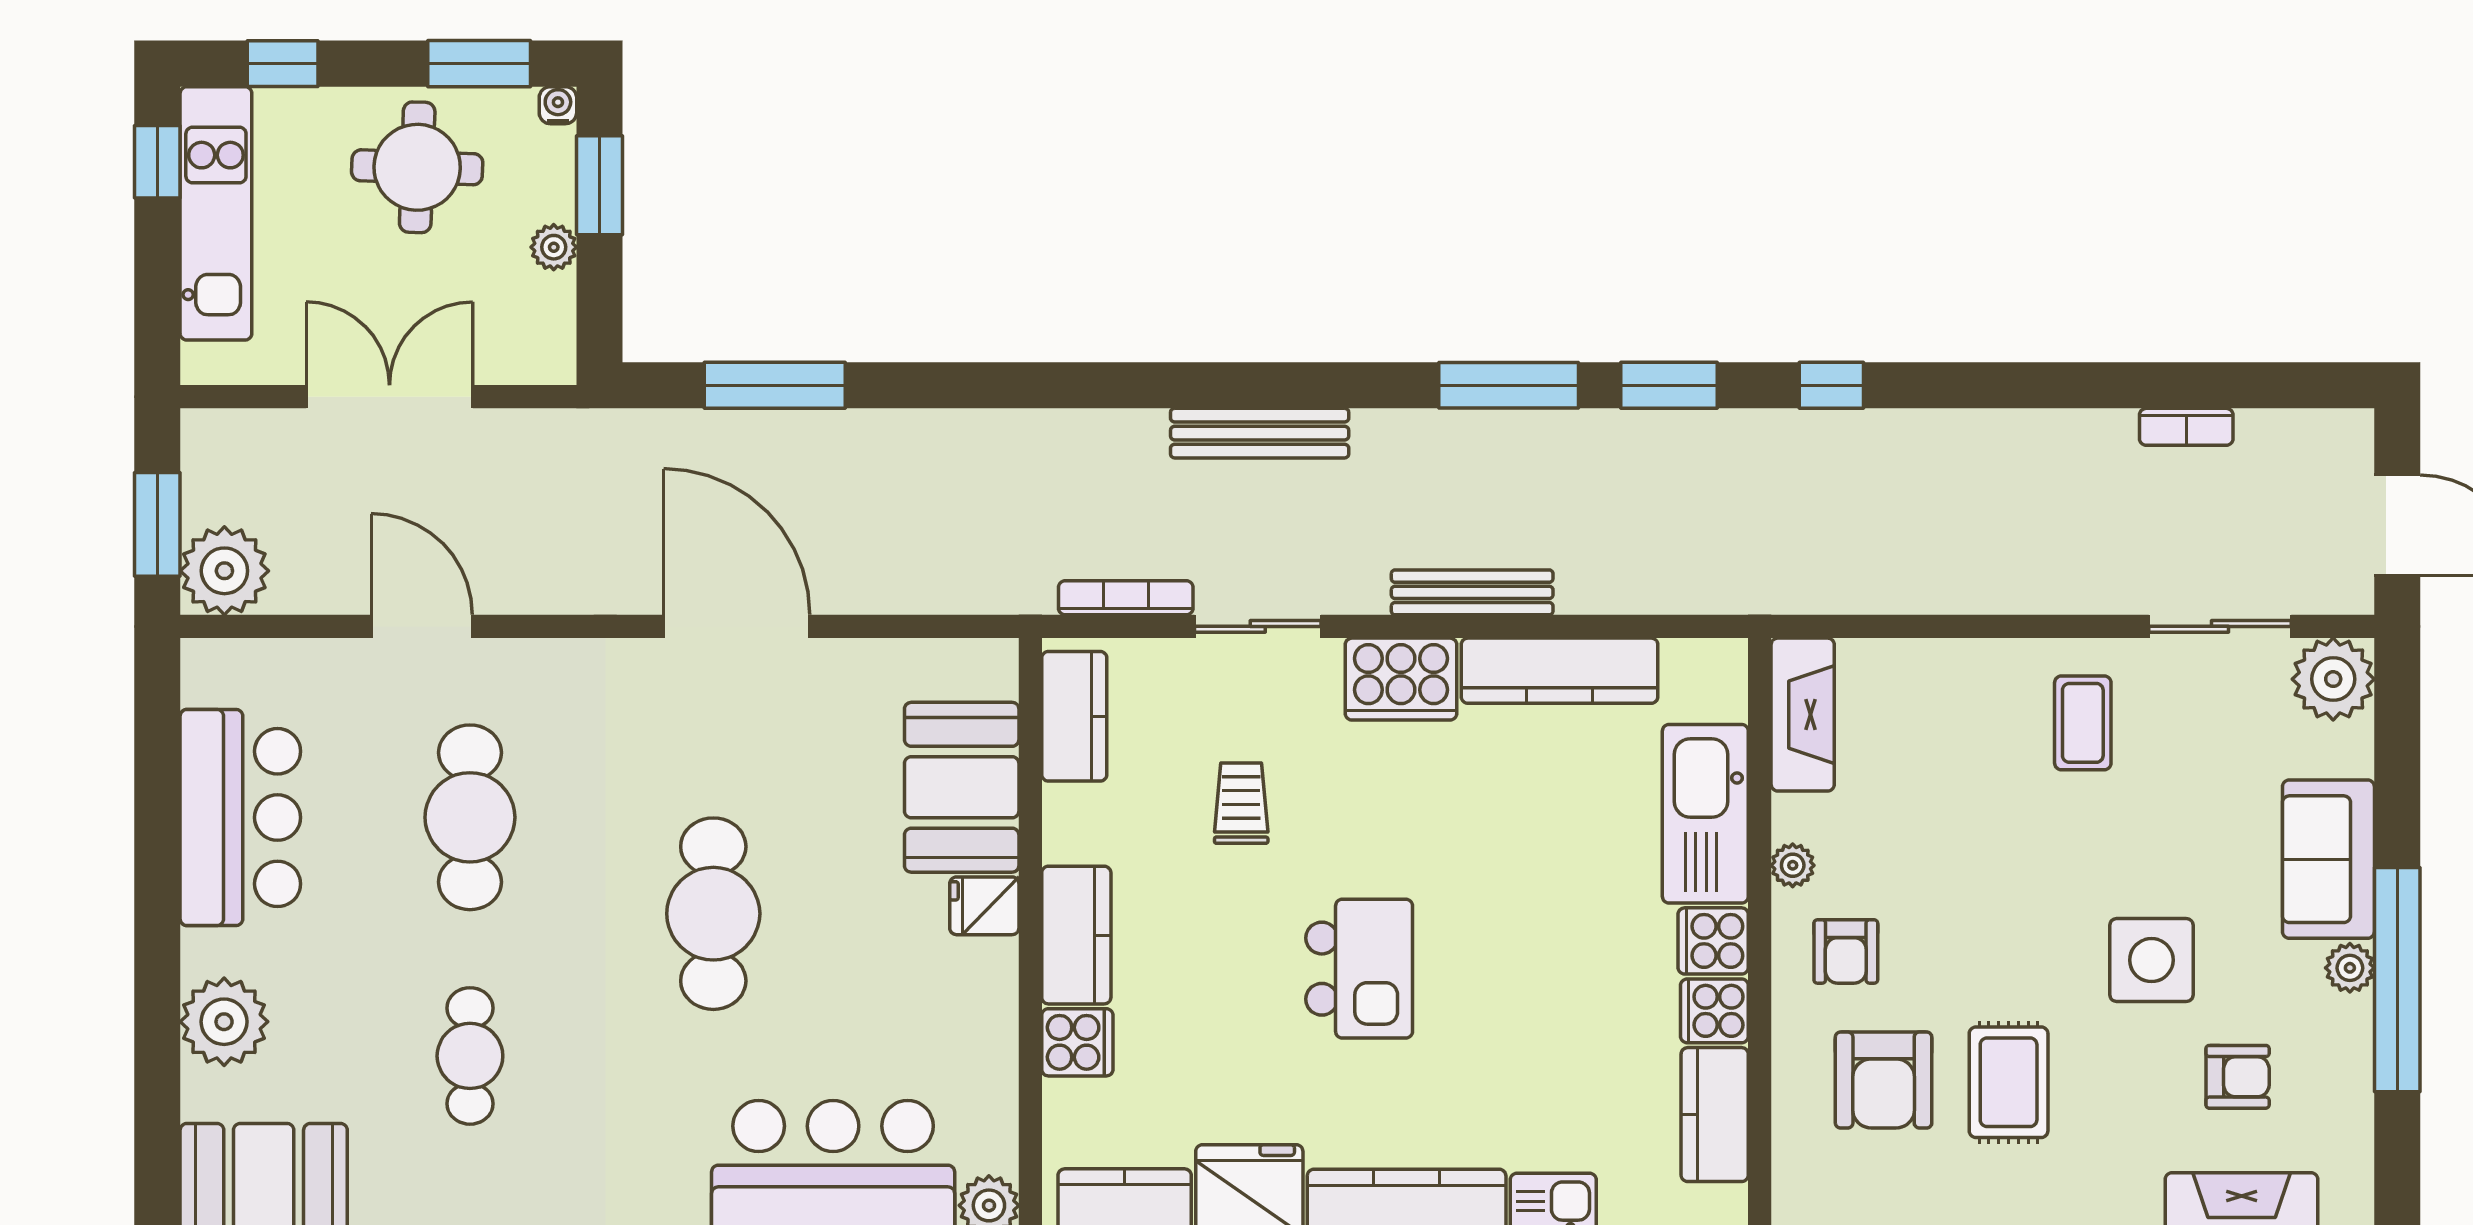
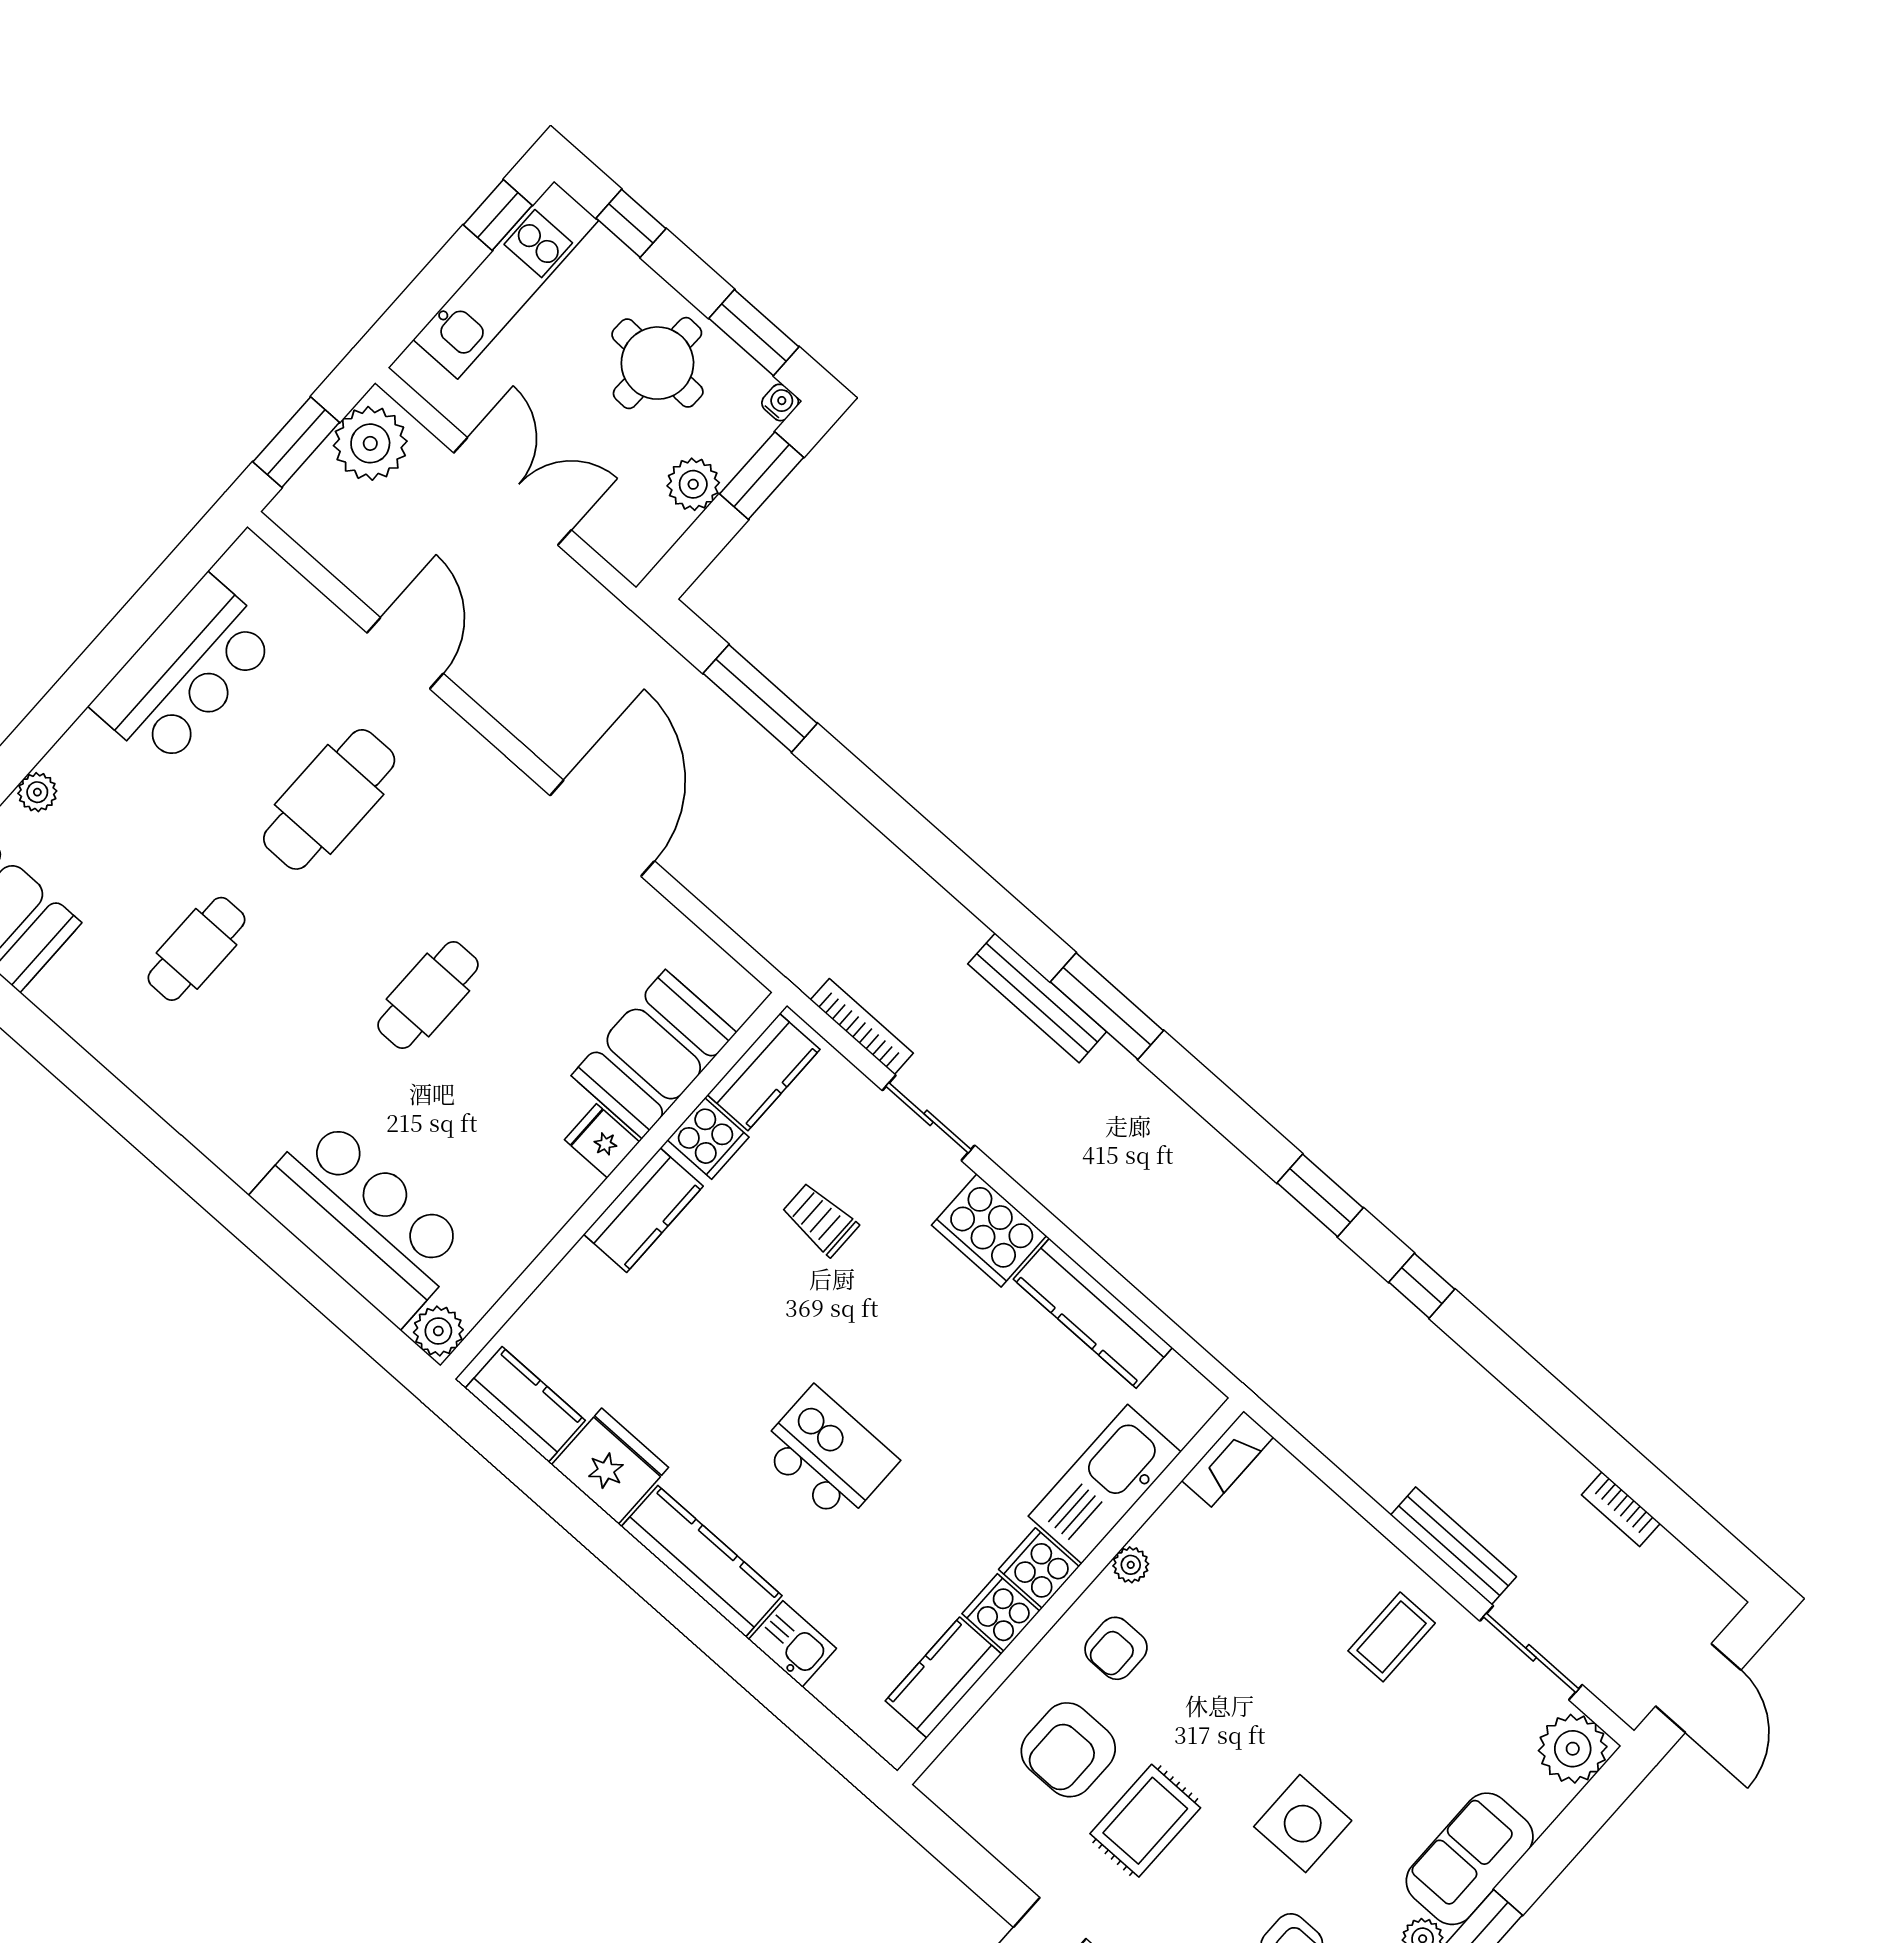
plant: (554, 247) -> (693, 484), width x1.38, depth x1.38
window: (1509, 385) -> (1107, 1006), moved
plant: (224, 571) -> (370, 443), moved
bench: (1472, 592) -> (1453, 1546), moved
fireplace: (1803, 715) -> (1228, 1459), width x0.73, depth x0.76
trolley: (1241, 803) -> (820, 1219), turned -90
cafe table: (713, 914) -> (428, 995), width x0.73, depth x0.74
kitchen island: (1359, 969) -> (828, 1455), moved, turned -90
plant: (224, 1022) -> (37, 792), width x0.53, depth x0.53
cooker: (1077, 1042) -> (708, 1139), moved

